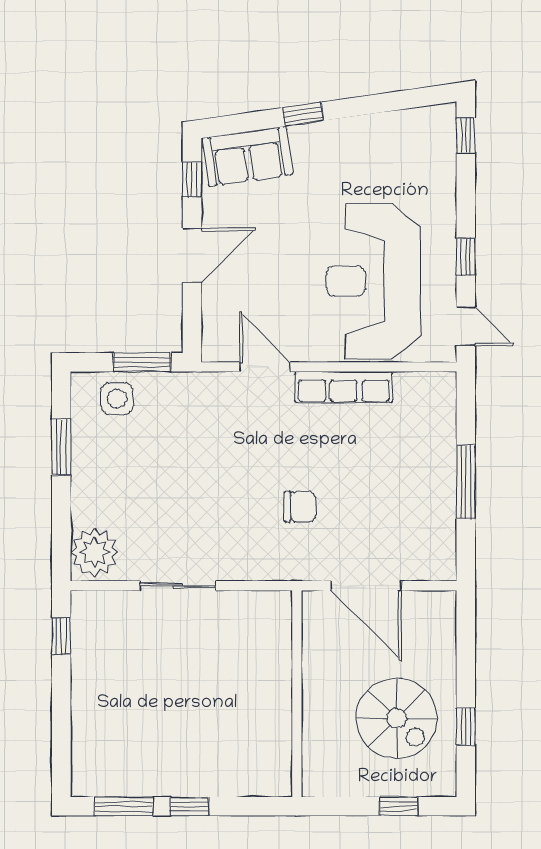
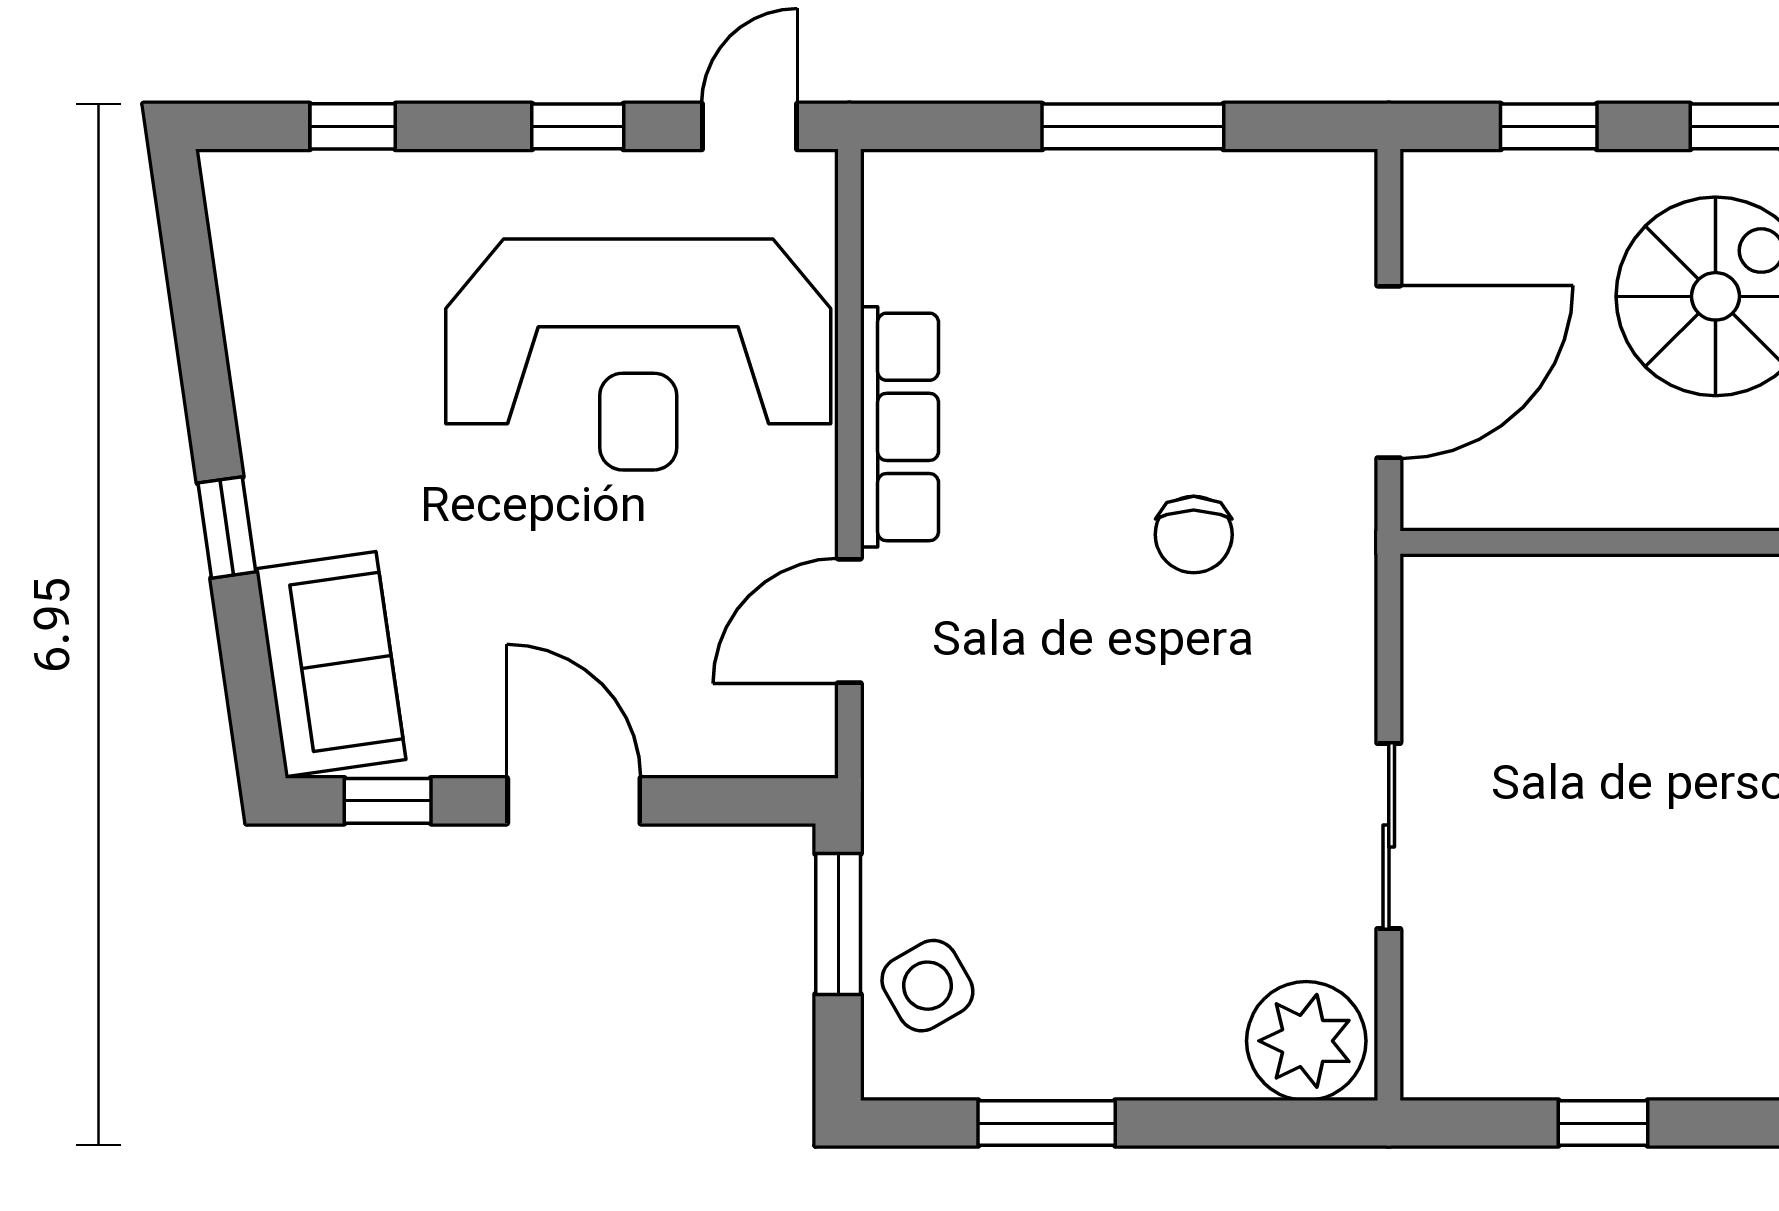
window: (466, 135) -> (353, 126), moved
side table: (117, 399) -> (927, 986), turned -30
chair: (300, 507) -> (1194, 535), turned 180
window: (61, 636) -> (1603, 1123), moved
window: (466, 651) -> (1549, 126), added

